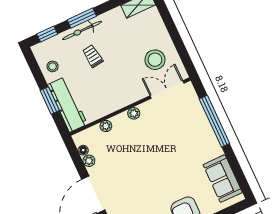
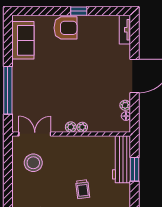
stool: (53, 66) -> (119, 196), removed
double door: (167, 89) -> (35, 134), swing flipped
plant: (106, 126) -> (82, 127), moved

